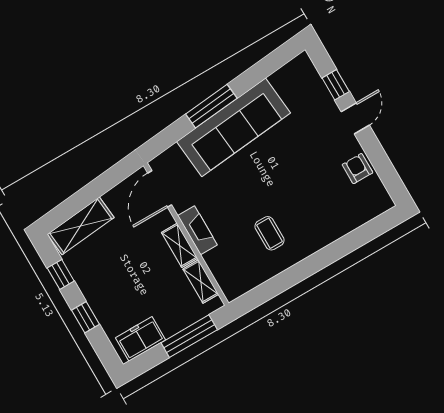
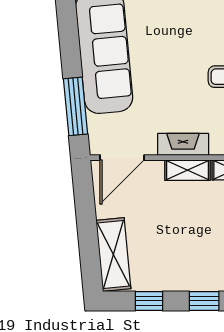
window: (211, 106) -> (76, 106), moved
door: (160, 189) -> (122, 158), hinge flipped

